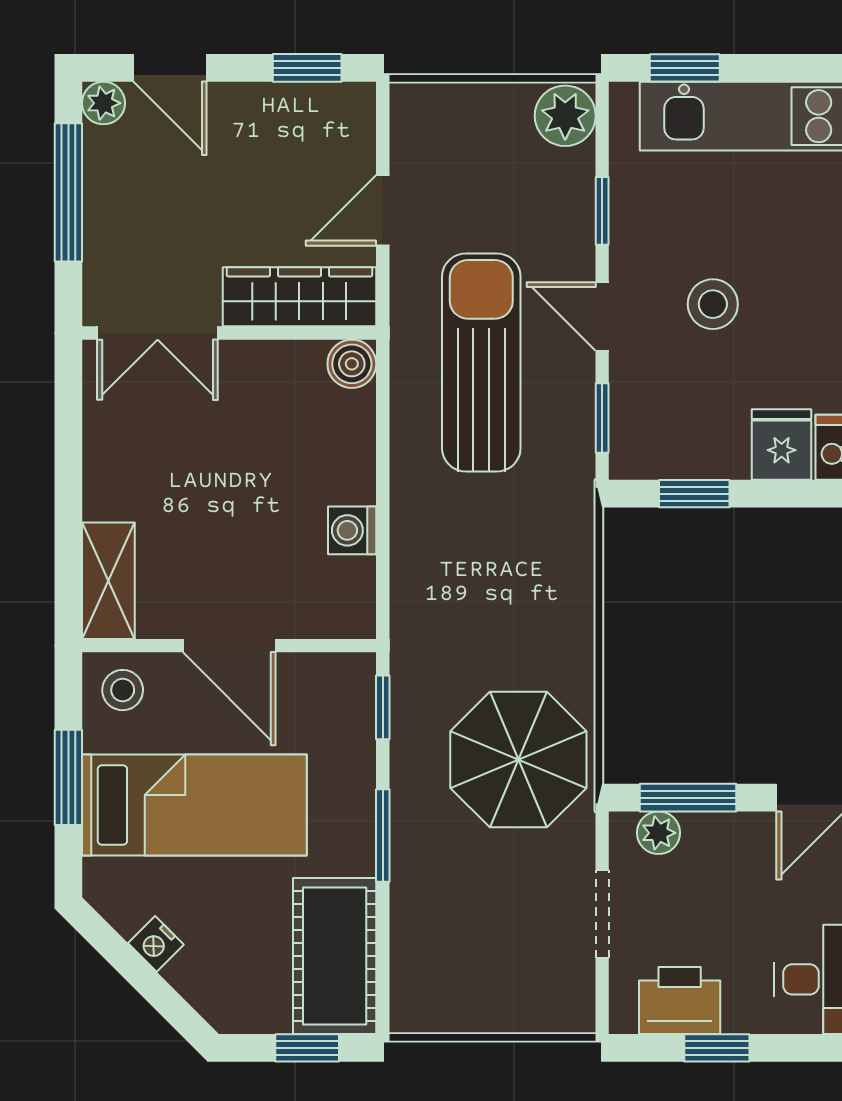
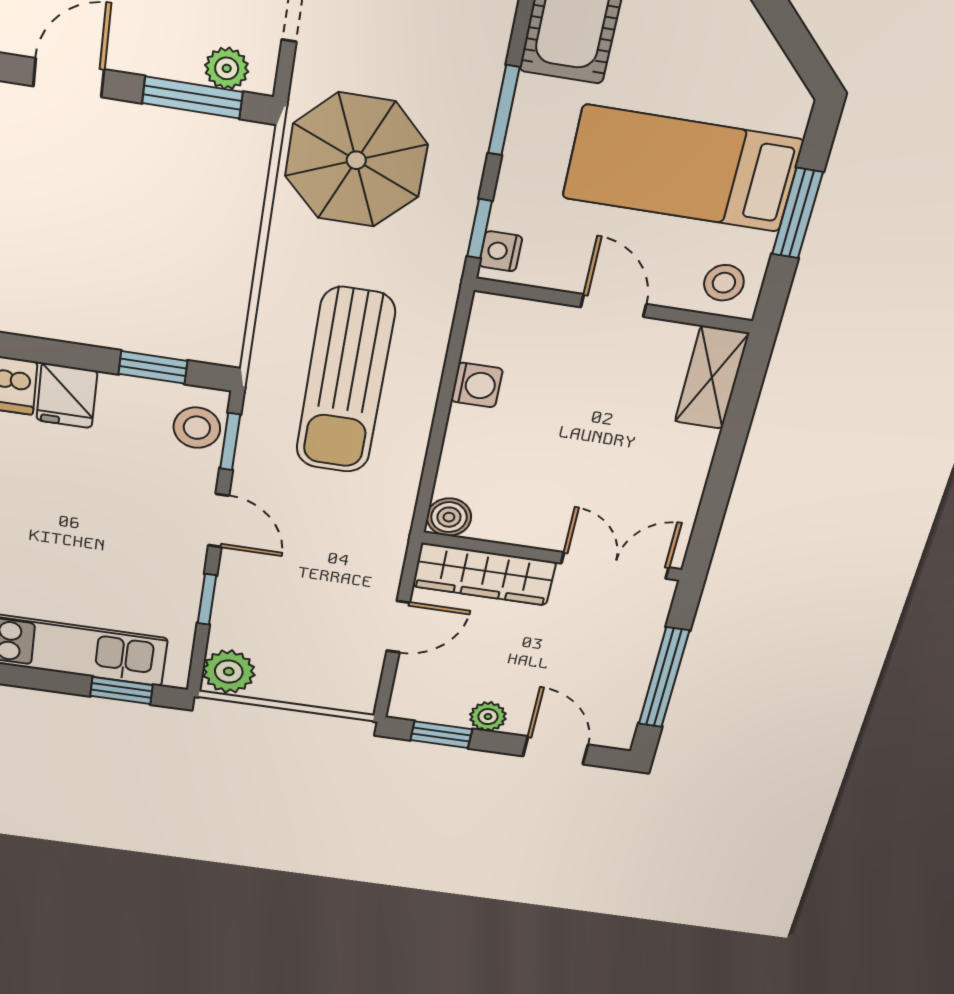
plant: (103, 103) -> (488, 717), moved
stool: (713, 304) -> (197, 428), moved
sun lounger: (481, 362) -> (345, 381), moved
door: (229, 646) -> (614, 306), width x0.73
nightstand: (156, 944) -> (501, 251), moved, turned -135

